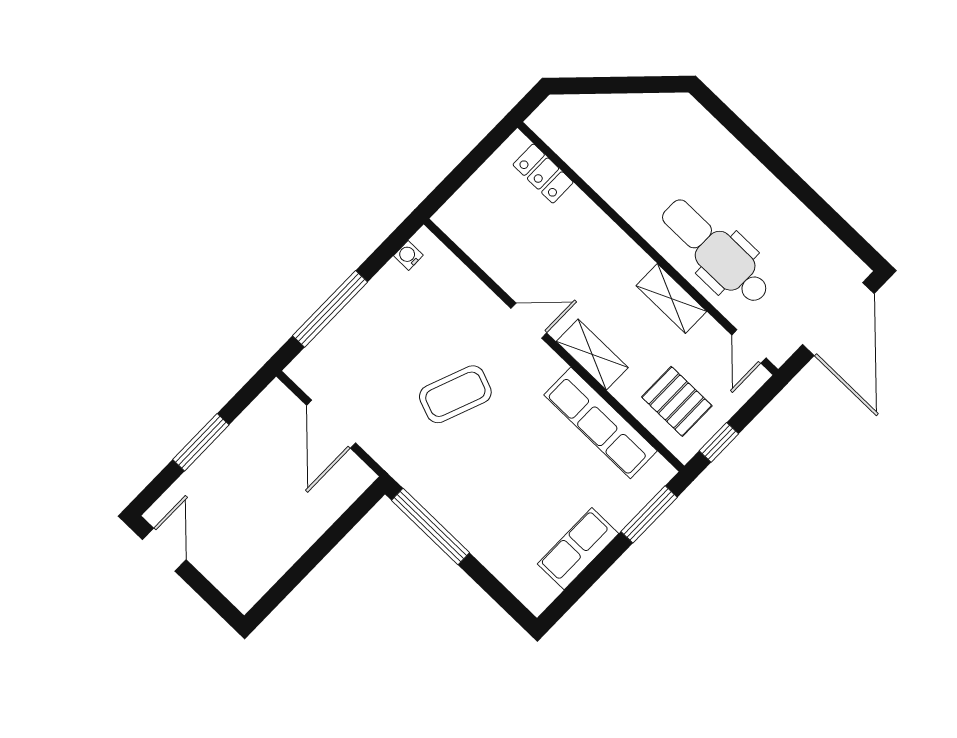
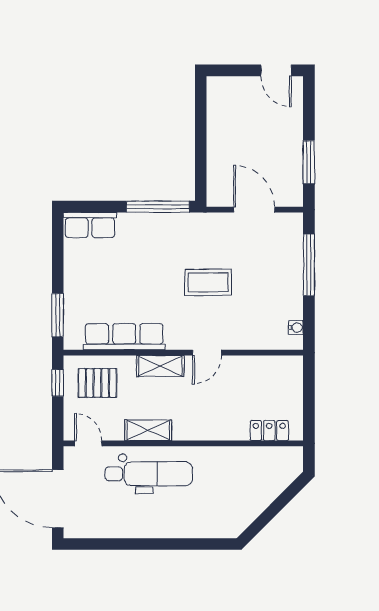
coffee table: (455, 394) -> (208, 282), turned 69
window: (201, 442) -> (309, 162), moved
row of seats: (578, 549) -> (90, 225), moved, turned 90

